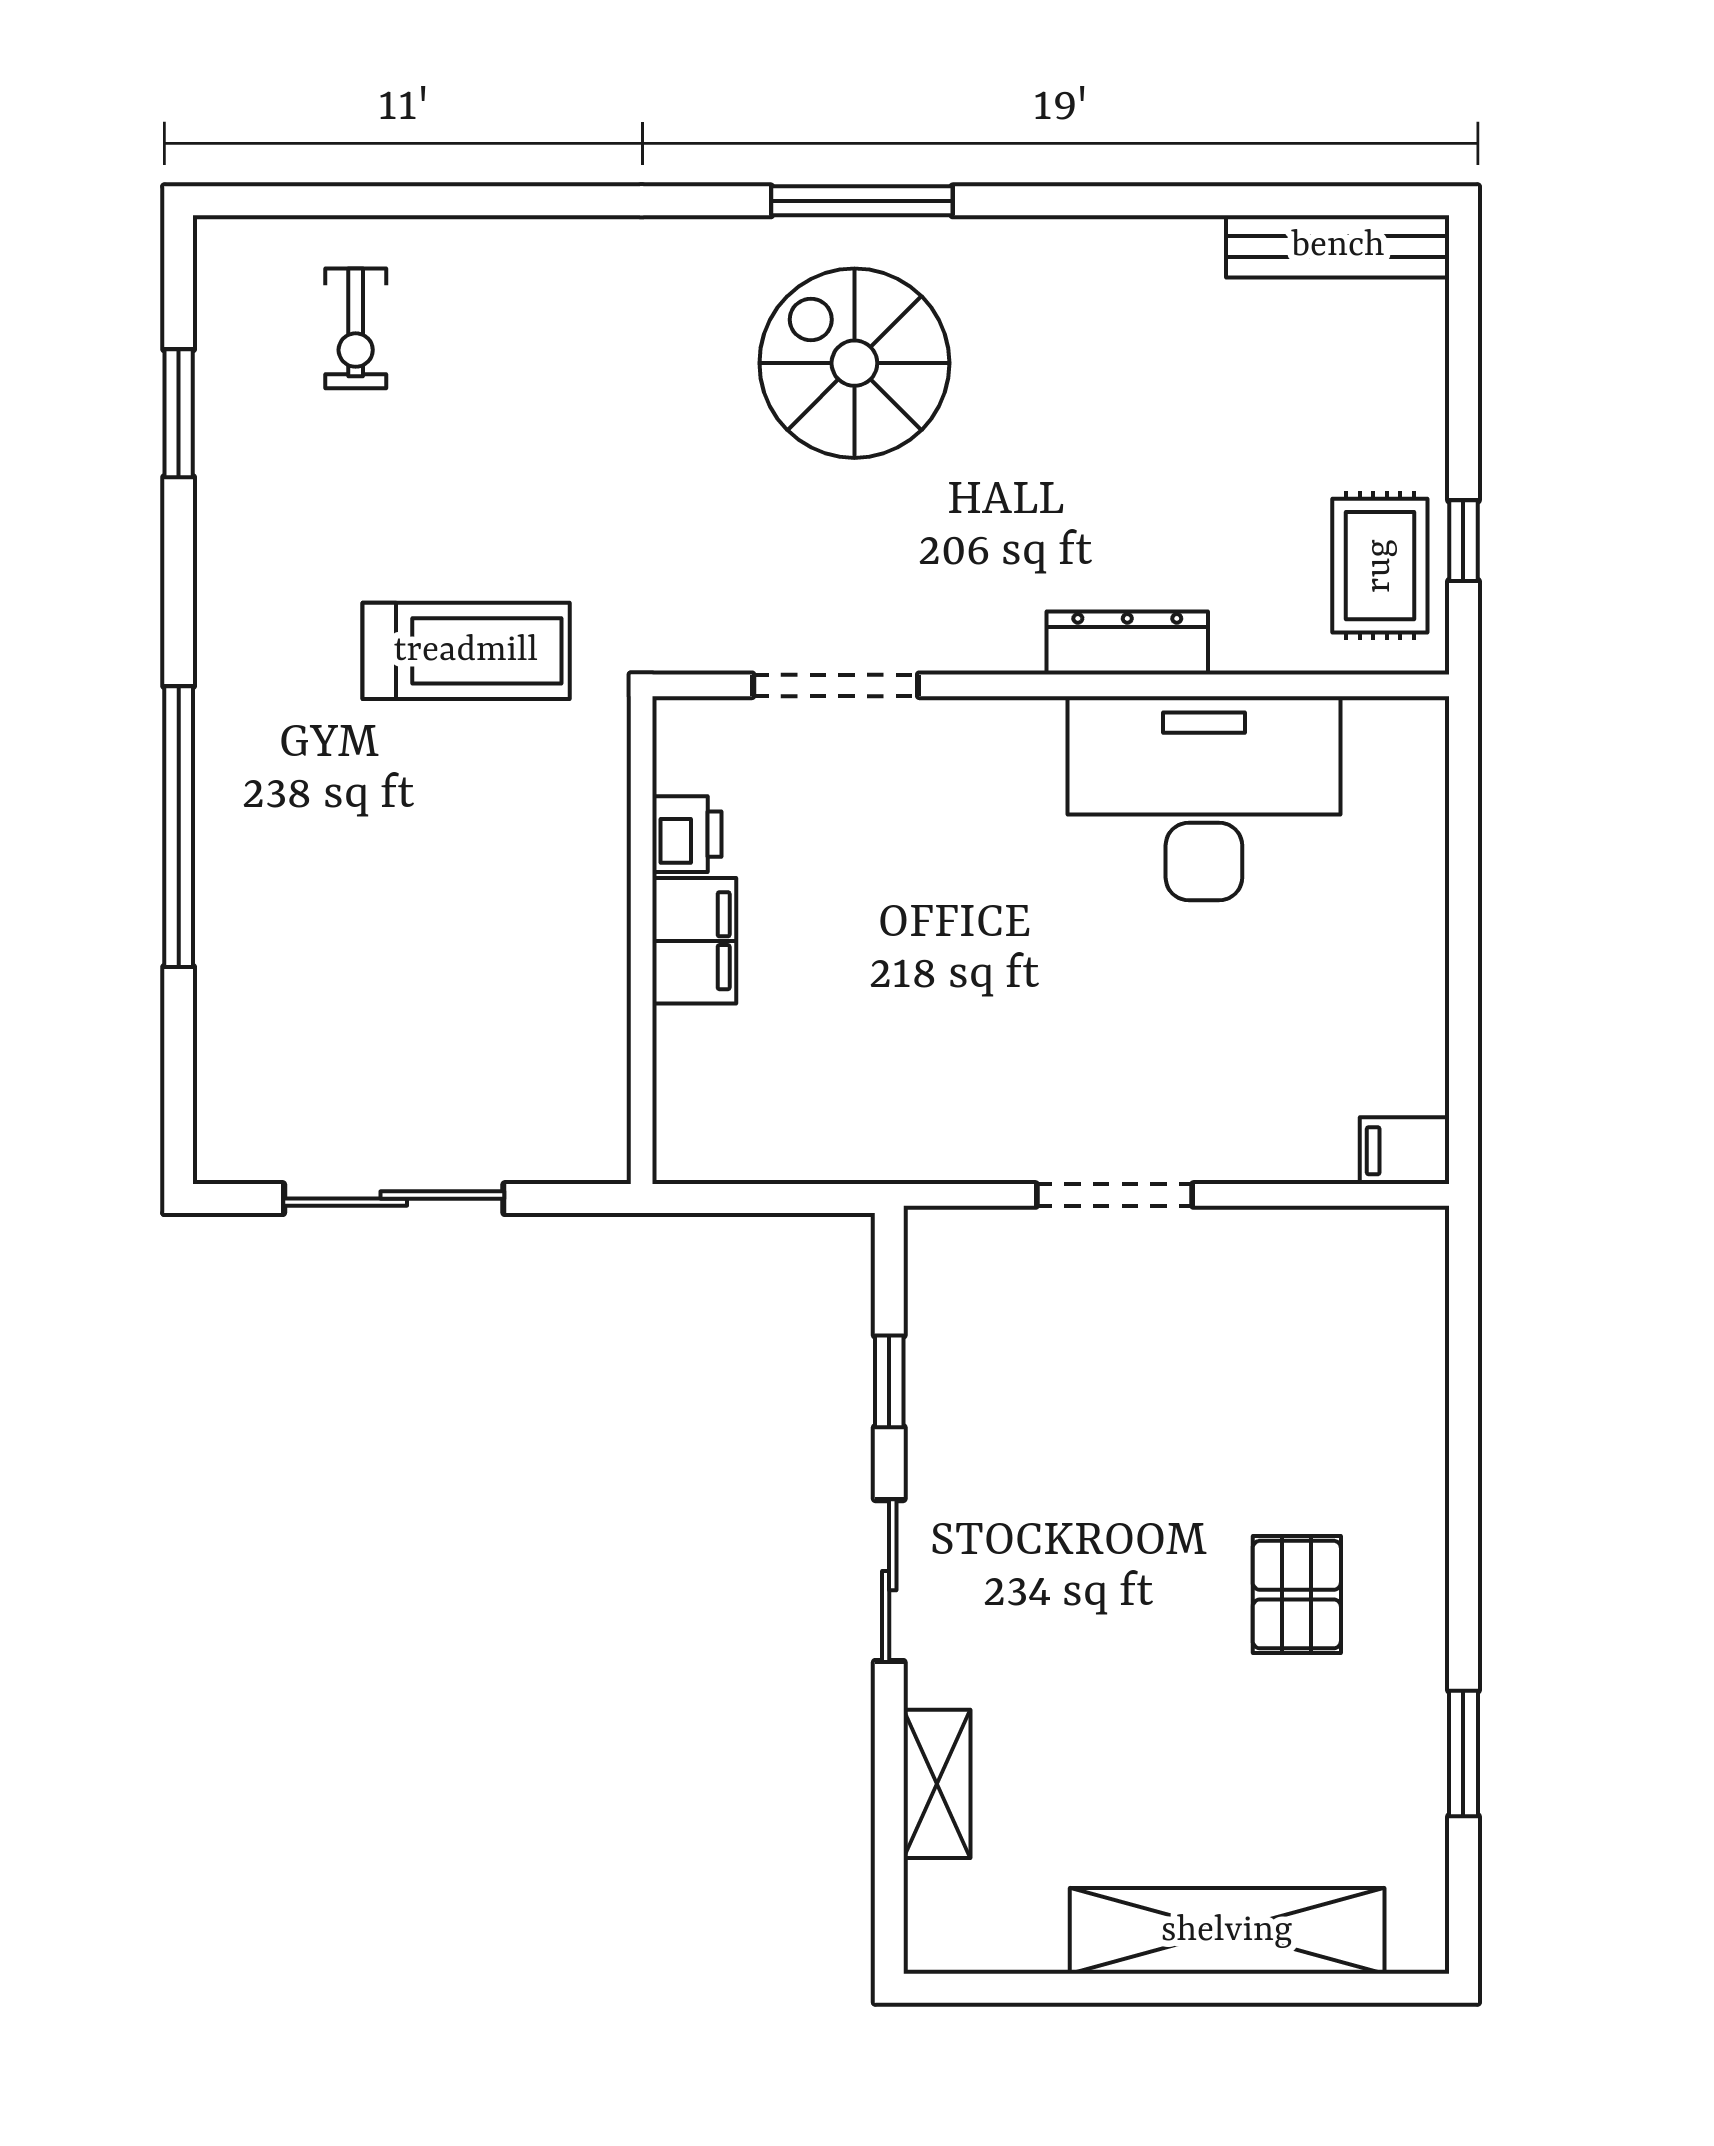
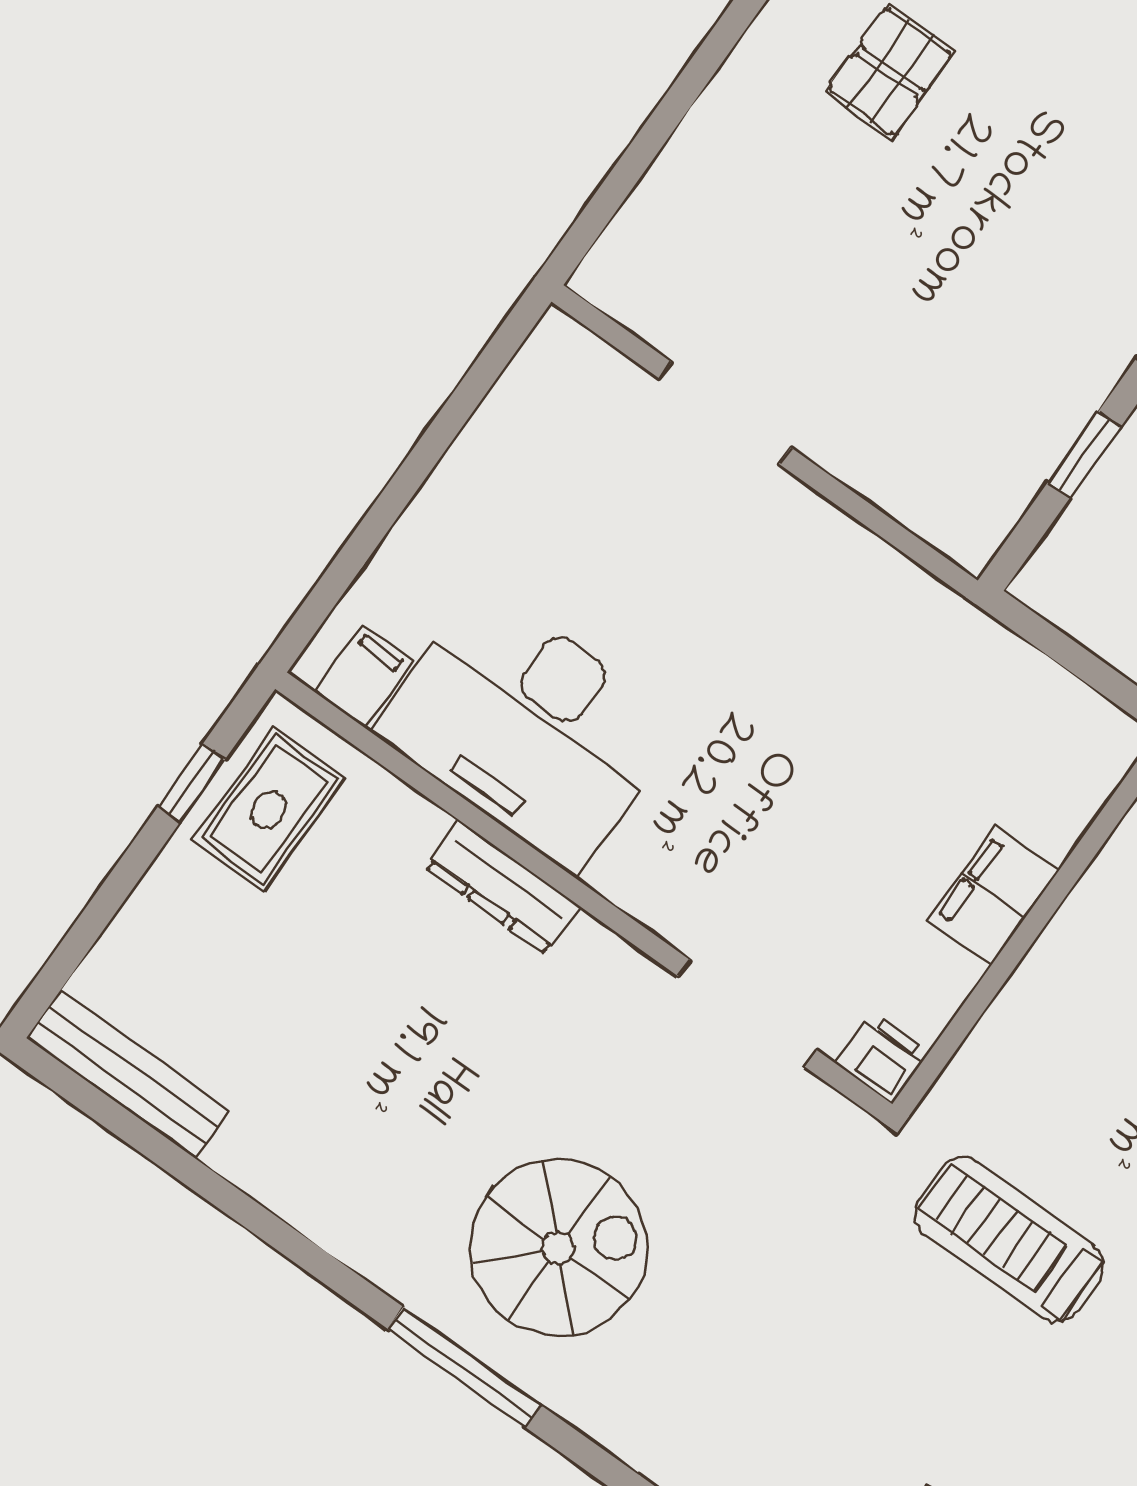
spiral stairs: (854, 363) -> (558, 1248), turned -90
printer: (687, 834) -> (882, 1058), moved, turned 90
filing cabinet: (1404, 1151) -> (364, 676), moved, turned -90
doorway: (1114, 1195) -> (725, 413), moved

